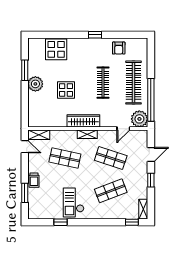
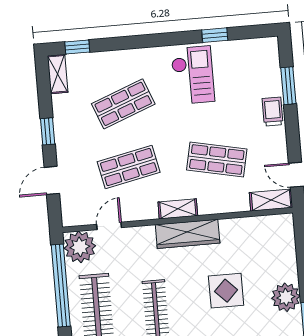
shop shelf: (111, 158) -> (129, 167), turned -30

